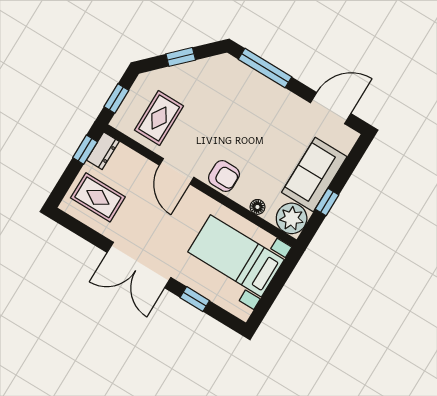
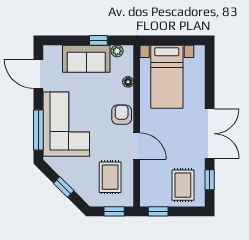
corner sofa: (252, 105) -> (66, 124), added
rug: (159, 118) -> (110, 177), turned 90
dresser: (103, 151) -> (152, 200), removed
door: (177, 171) -> (137, 146), hinge flipped
plant: (292, 218) -> (117, 51), width x0.53, depth x0.53
window: (195, 299) -> (210, 180), moved

